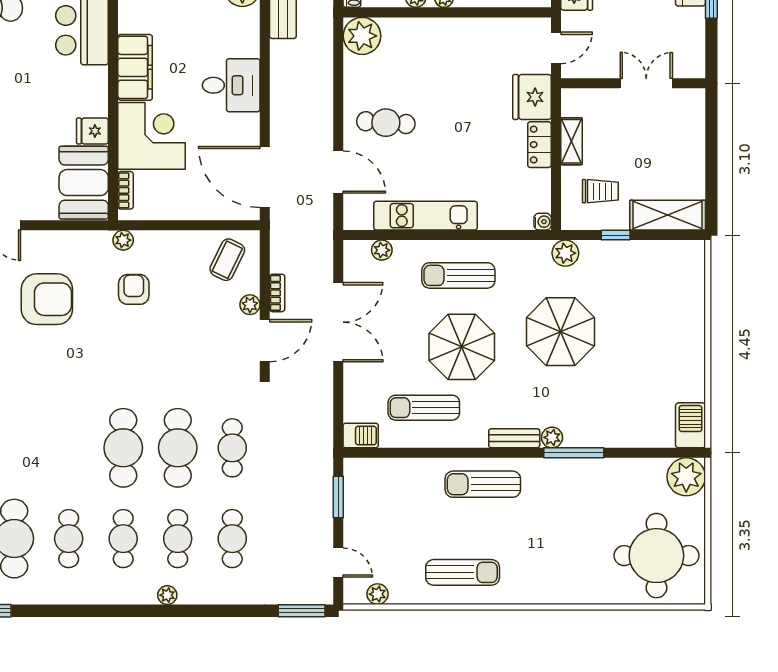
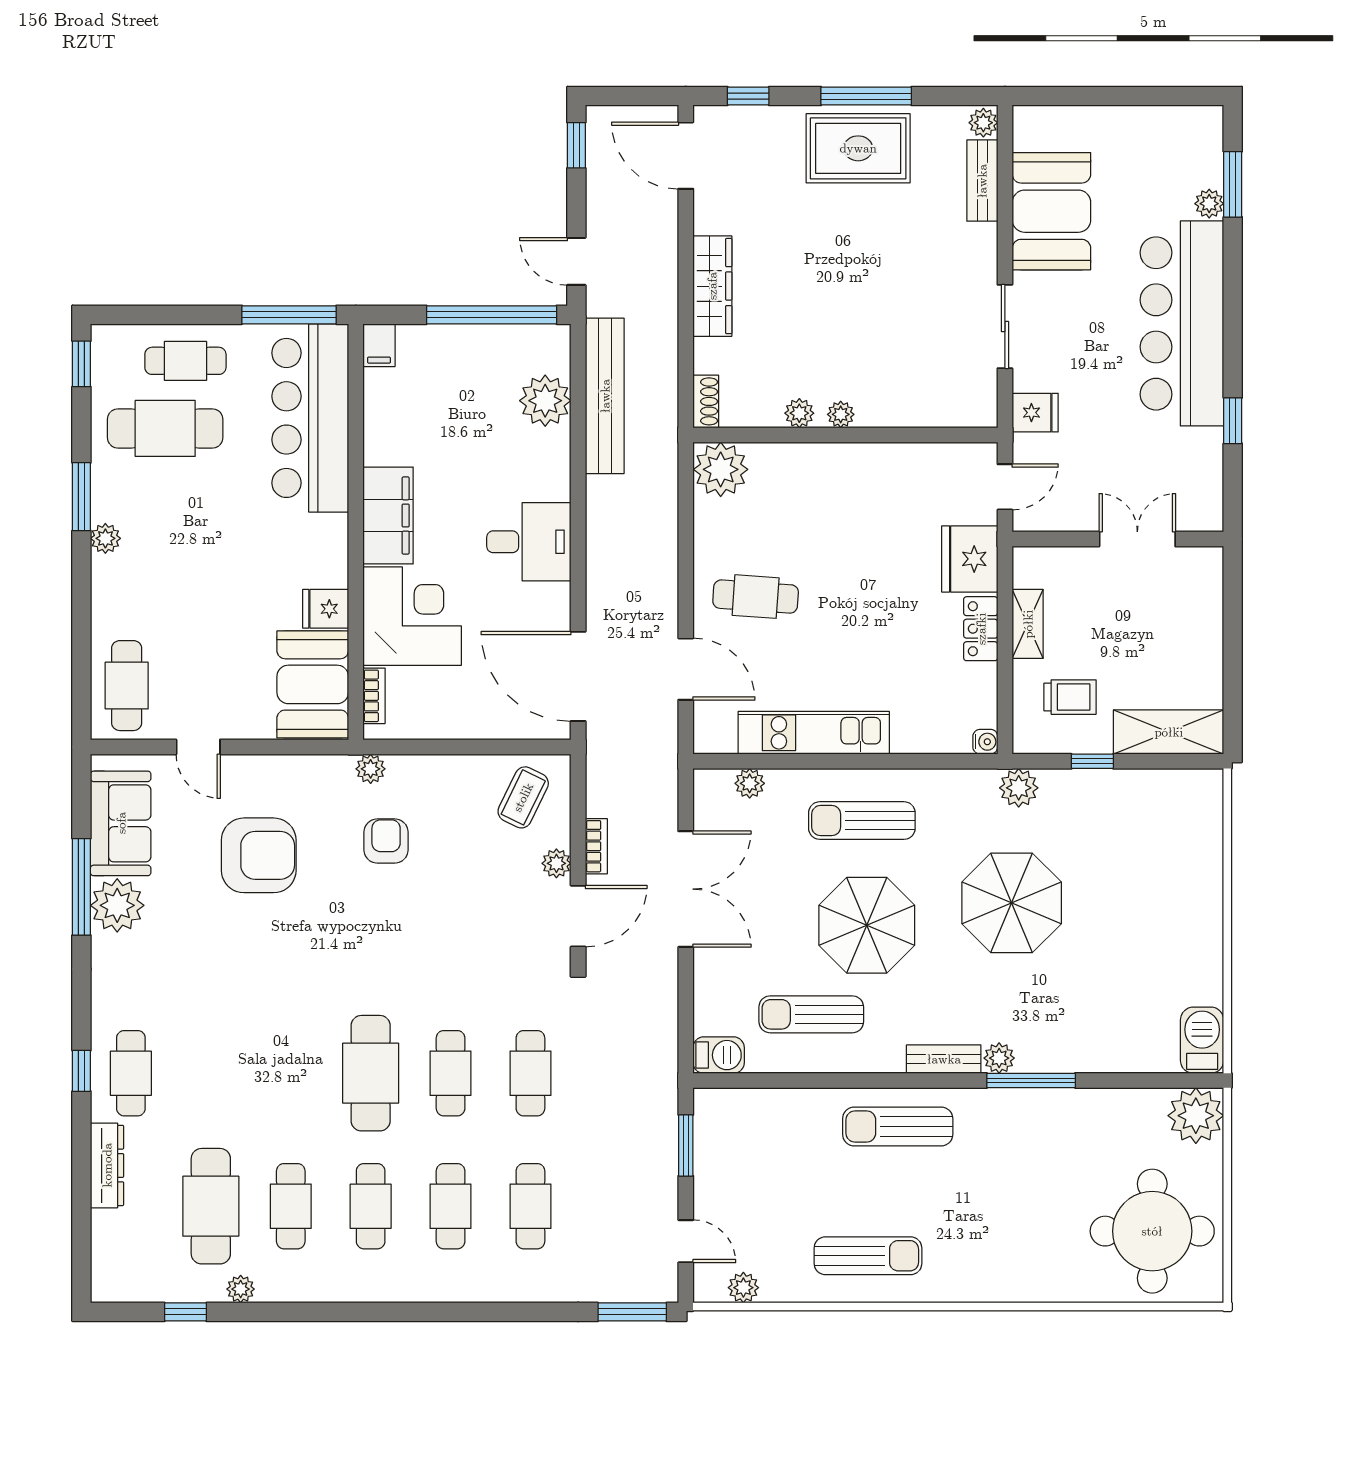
cafe table: (178, 448) -> (451, 1073), width x0.73, depth x0.74
plant: (167, 595) -> (241, 1289), moved

